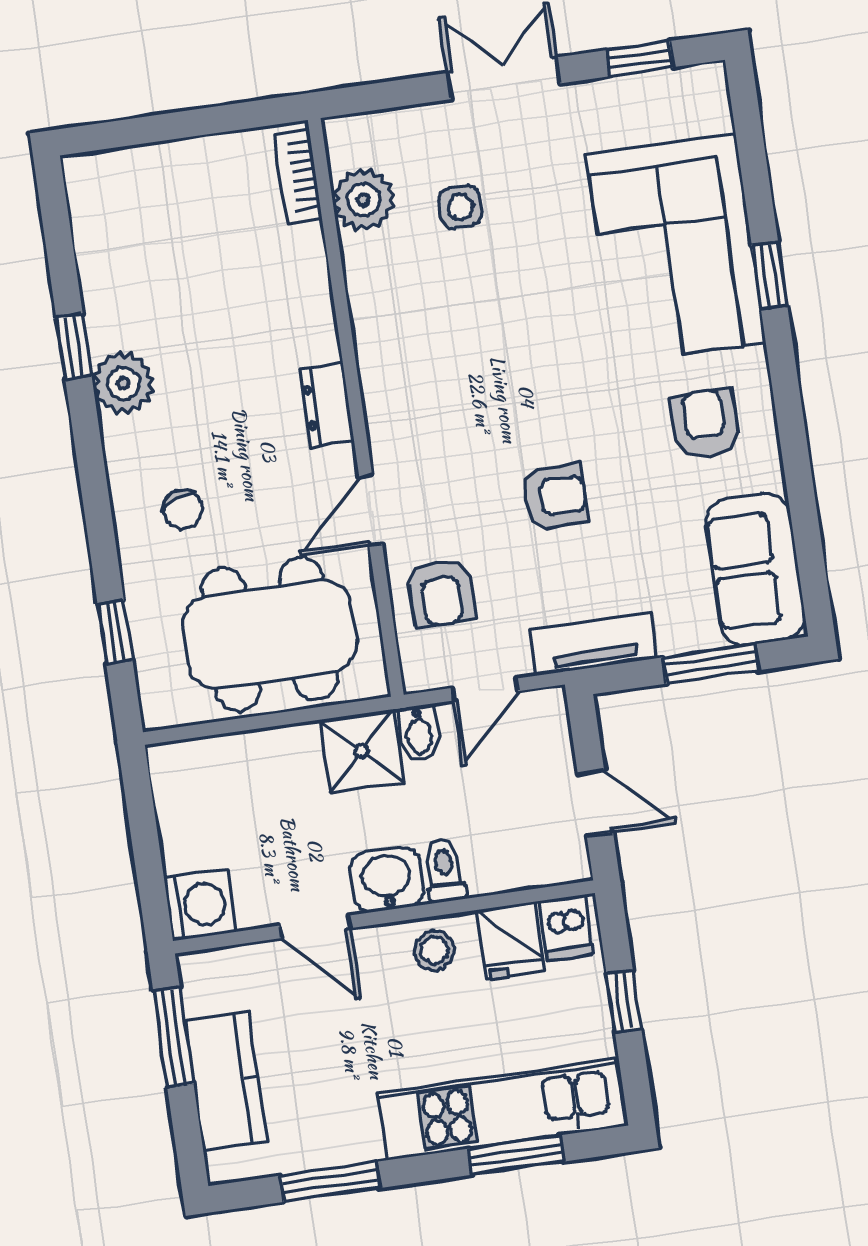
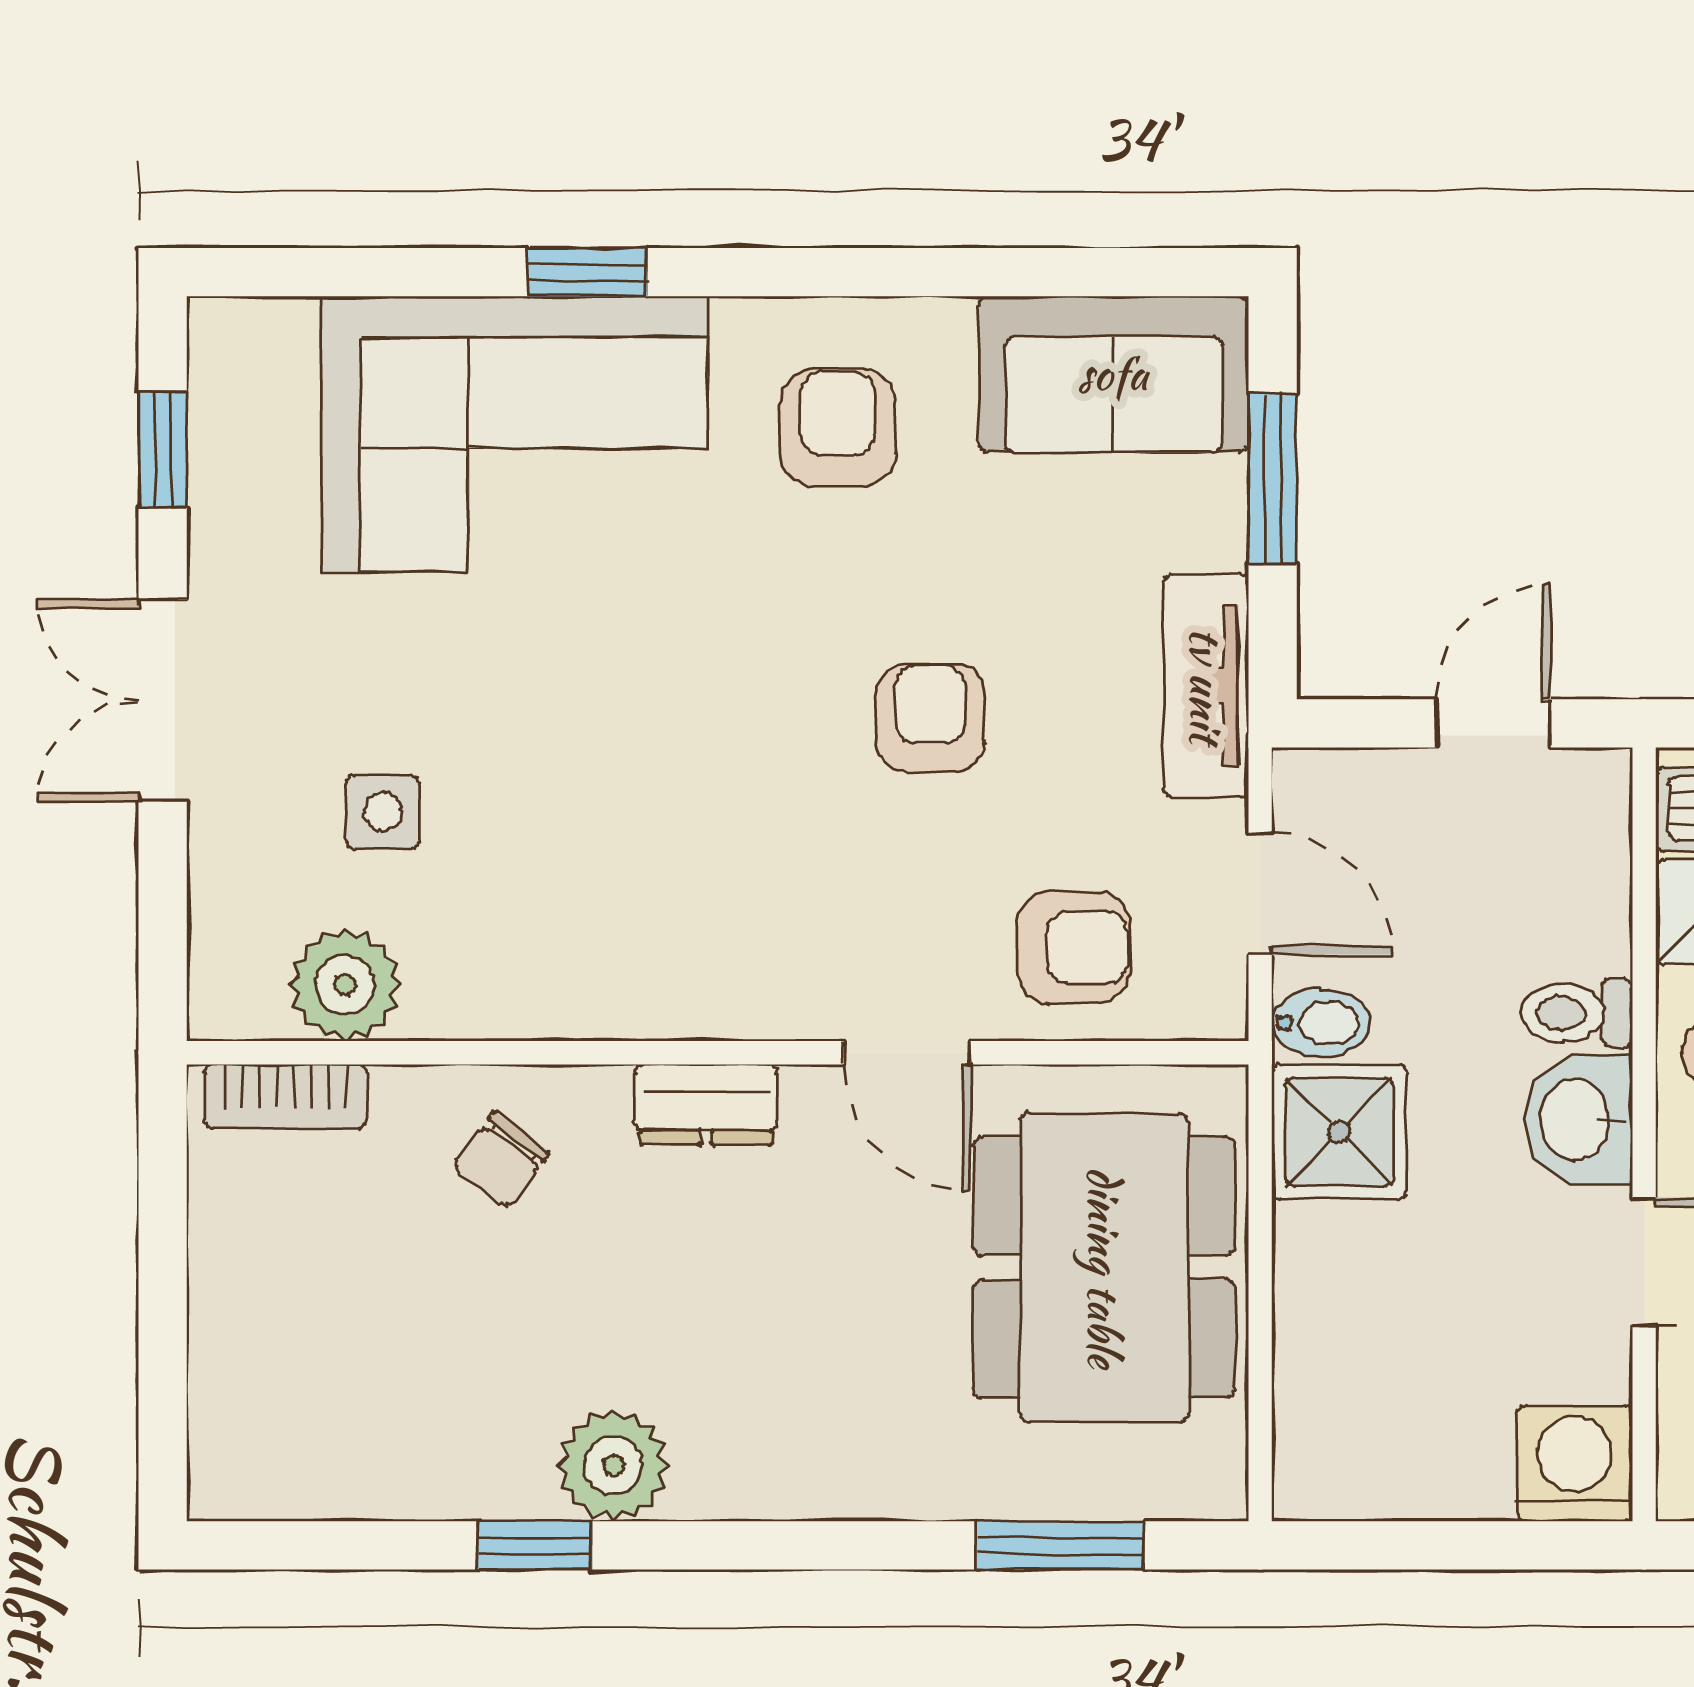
armchair: (705, 424) -> (838, 427), turned 90
chair: (183, 510) -> (501, 1160), moved, turned 147
window: (115, 632) -> (1060, 1545), width x1.50

